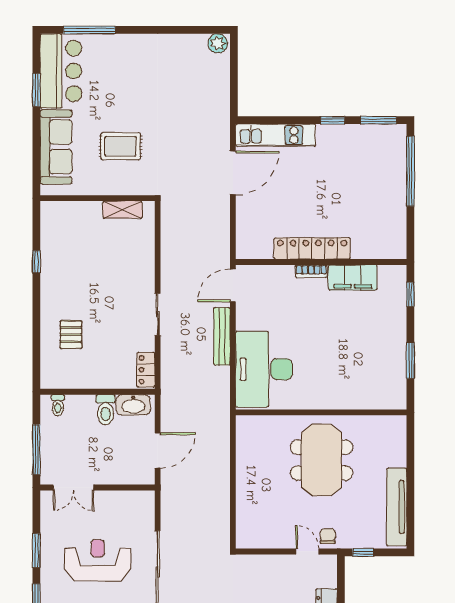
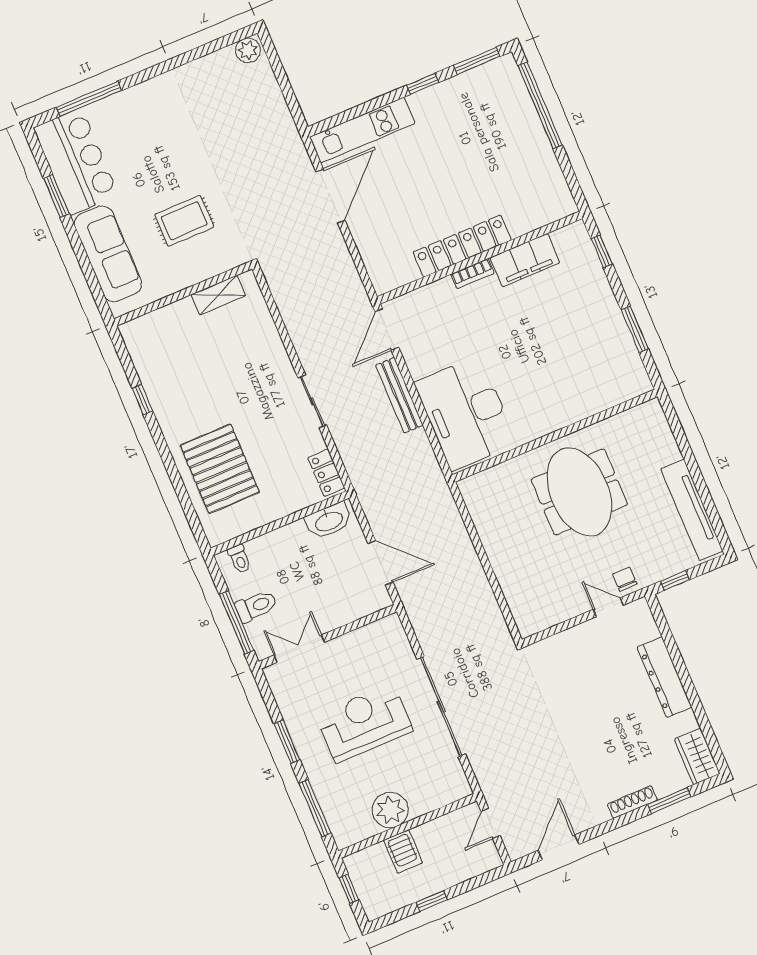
pallet: (71, 335) -> (220, 469), width x2.05, depth x2.00
toilet: (105, 410) -> (256, 606), moved, turned -90
door: (158, 451) -> (380, 563), hinge flipped
double door: (73, 488) -> (299, 649), swing flipped

